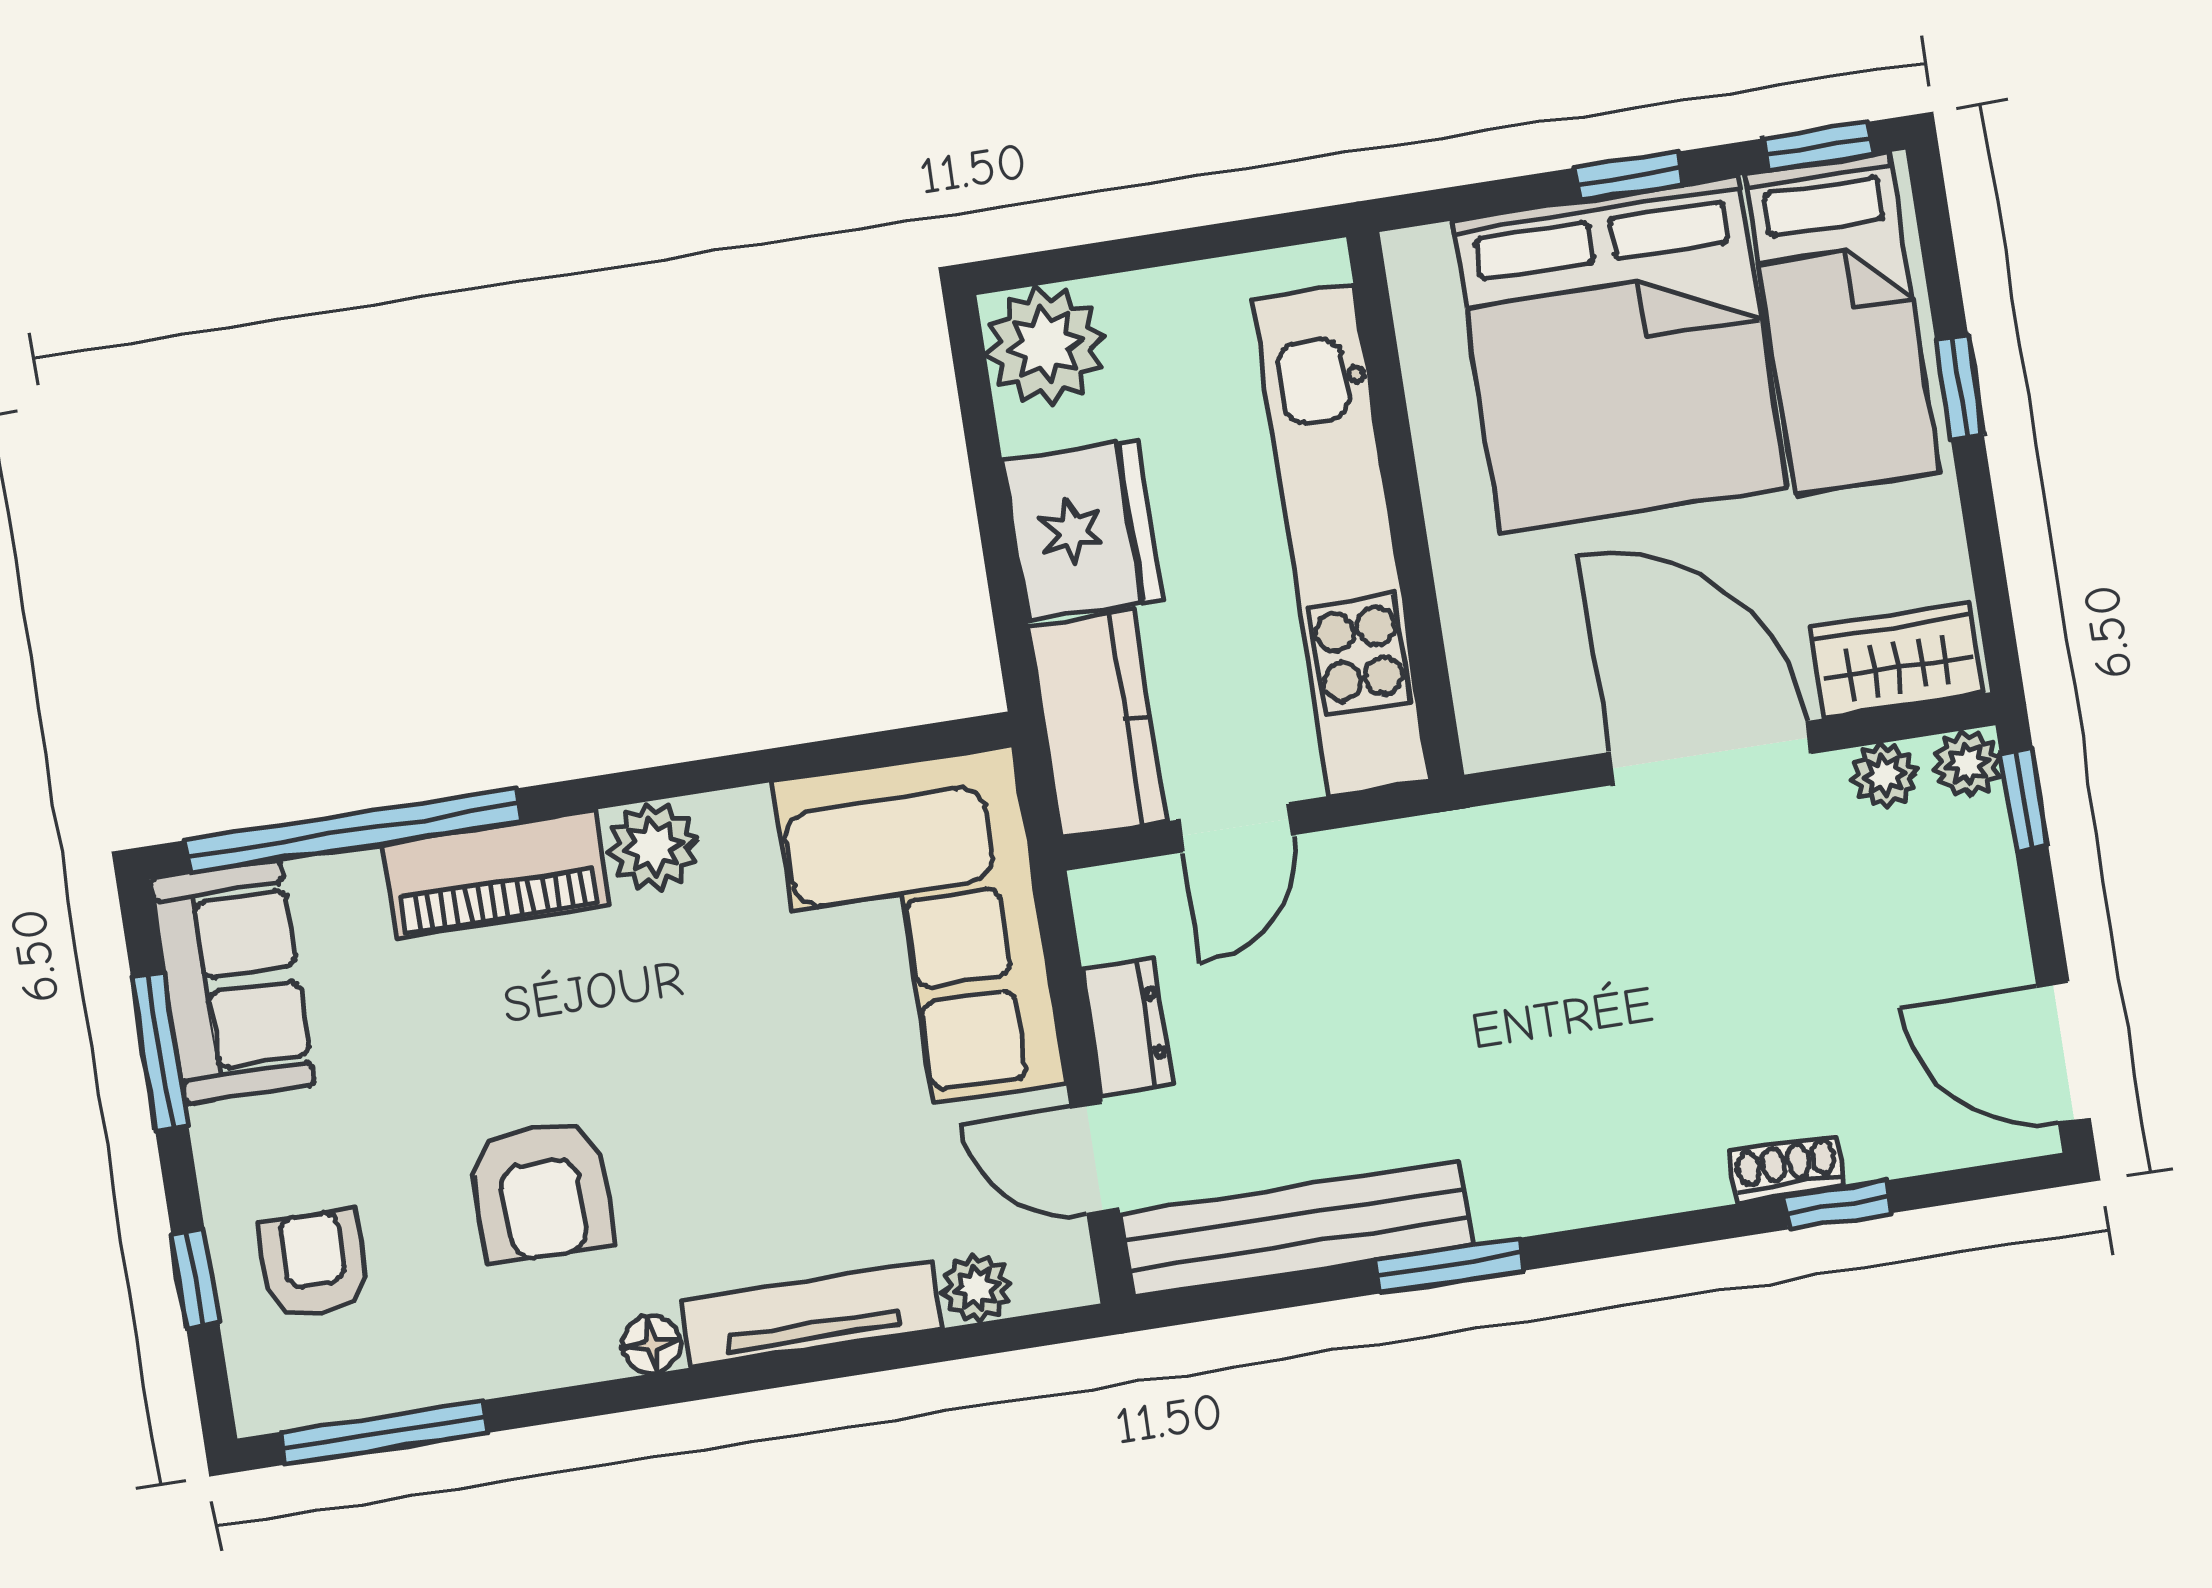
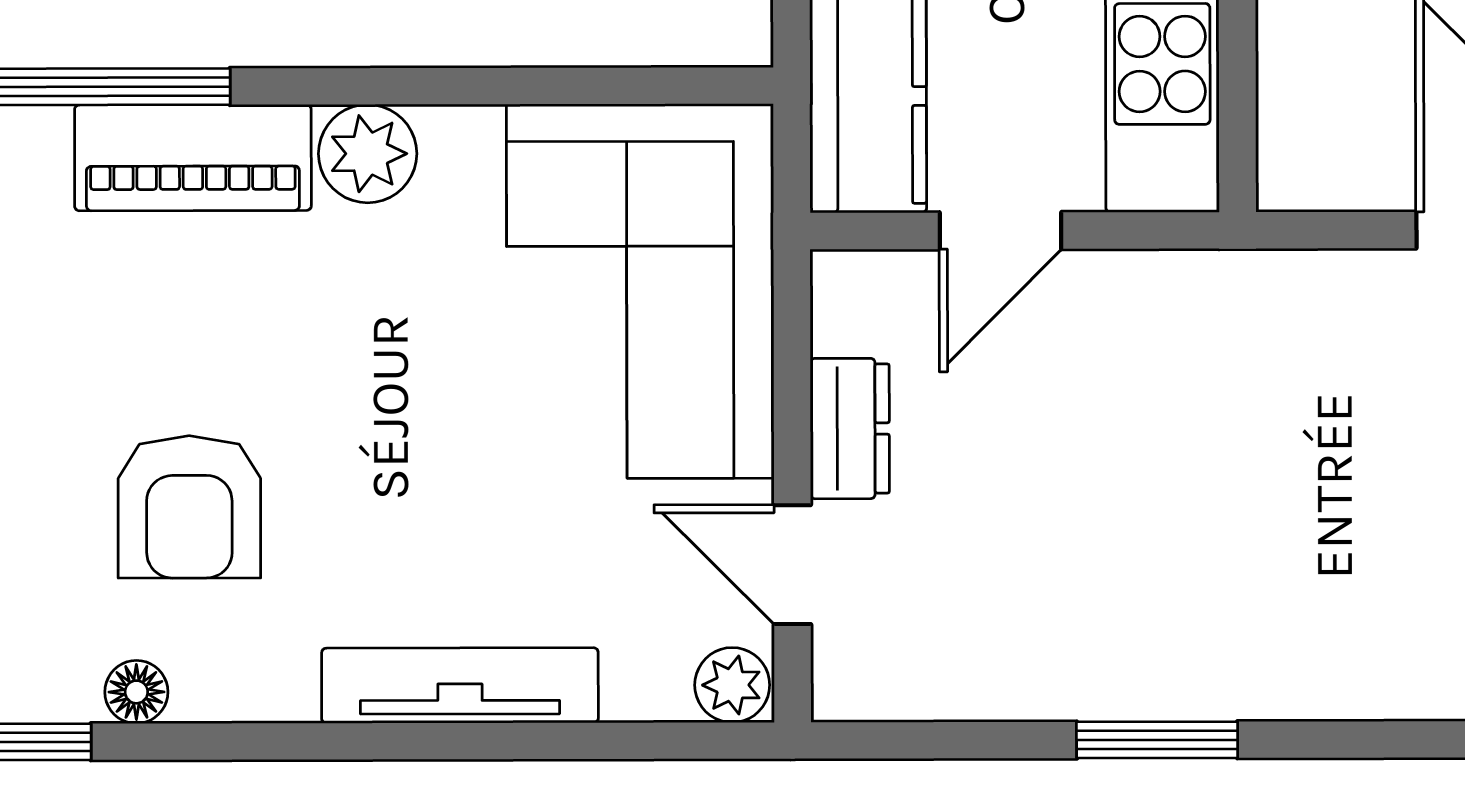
bench: (1296, 1229) -> (998, 675), removed
plant: (976, 1288) -> (732, 685), moved
floor lamp: (652, 1344) -> (136, 692), moved

